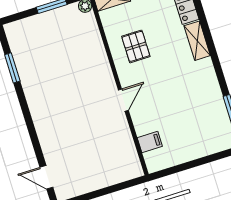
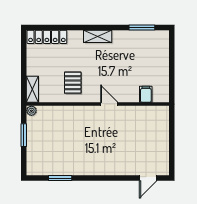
shelving: (197, 41) -> (98, 36), moved
pallet: (136, 46) -> (73, 83), turned 90

